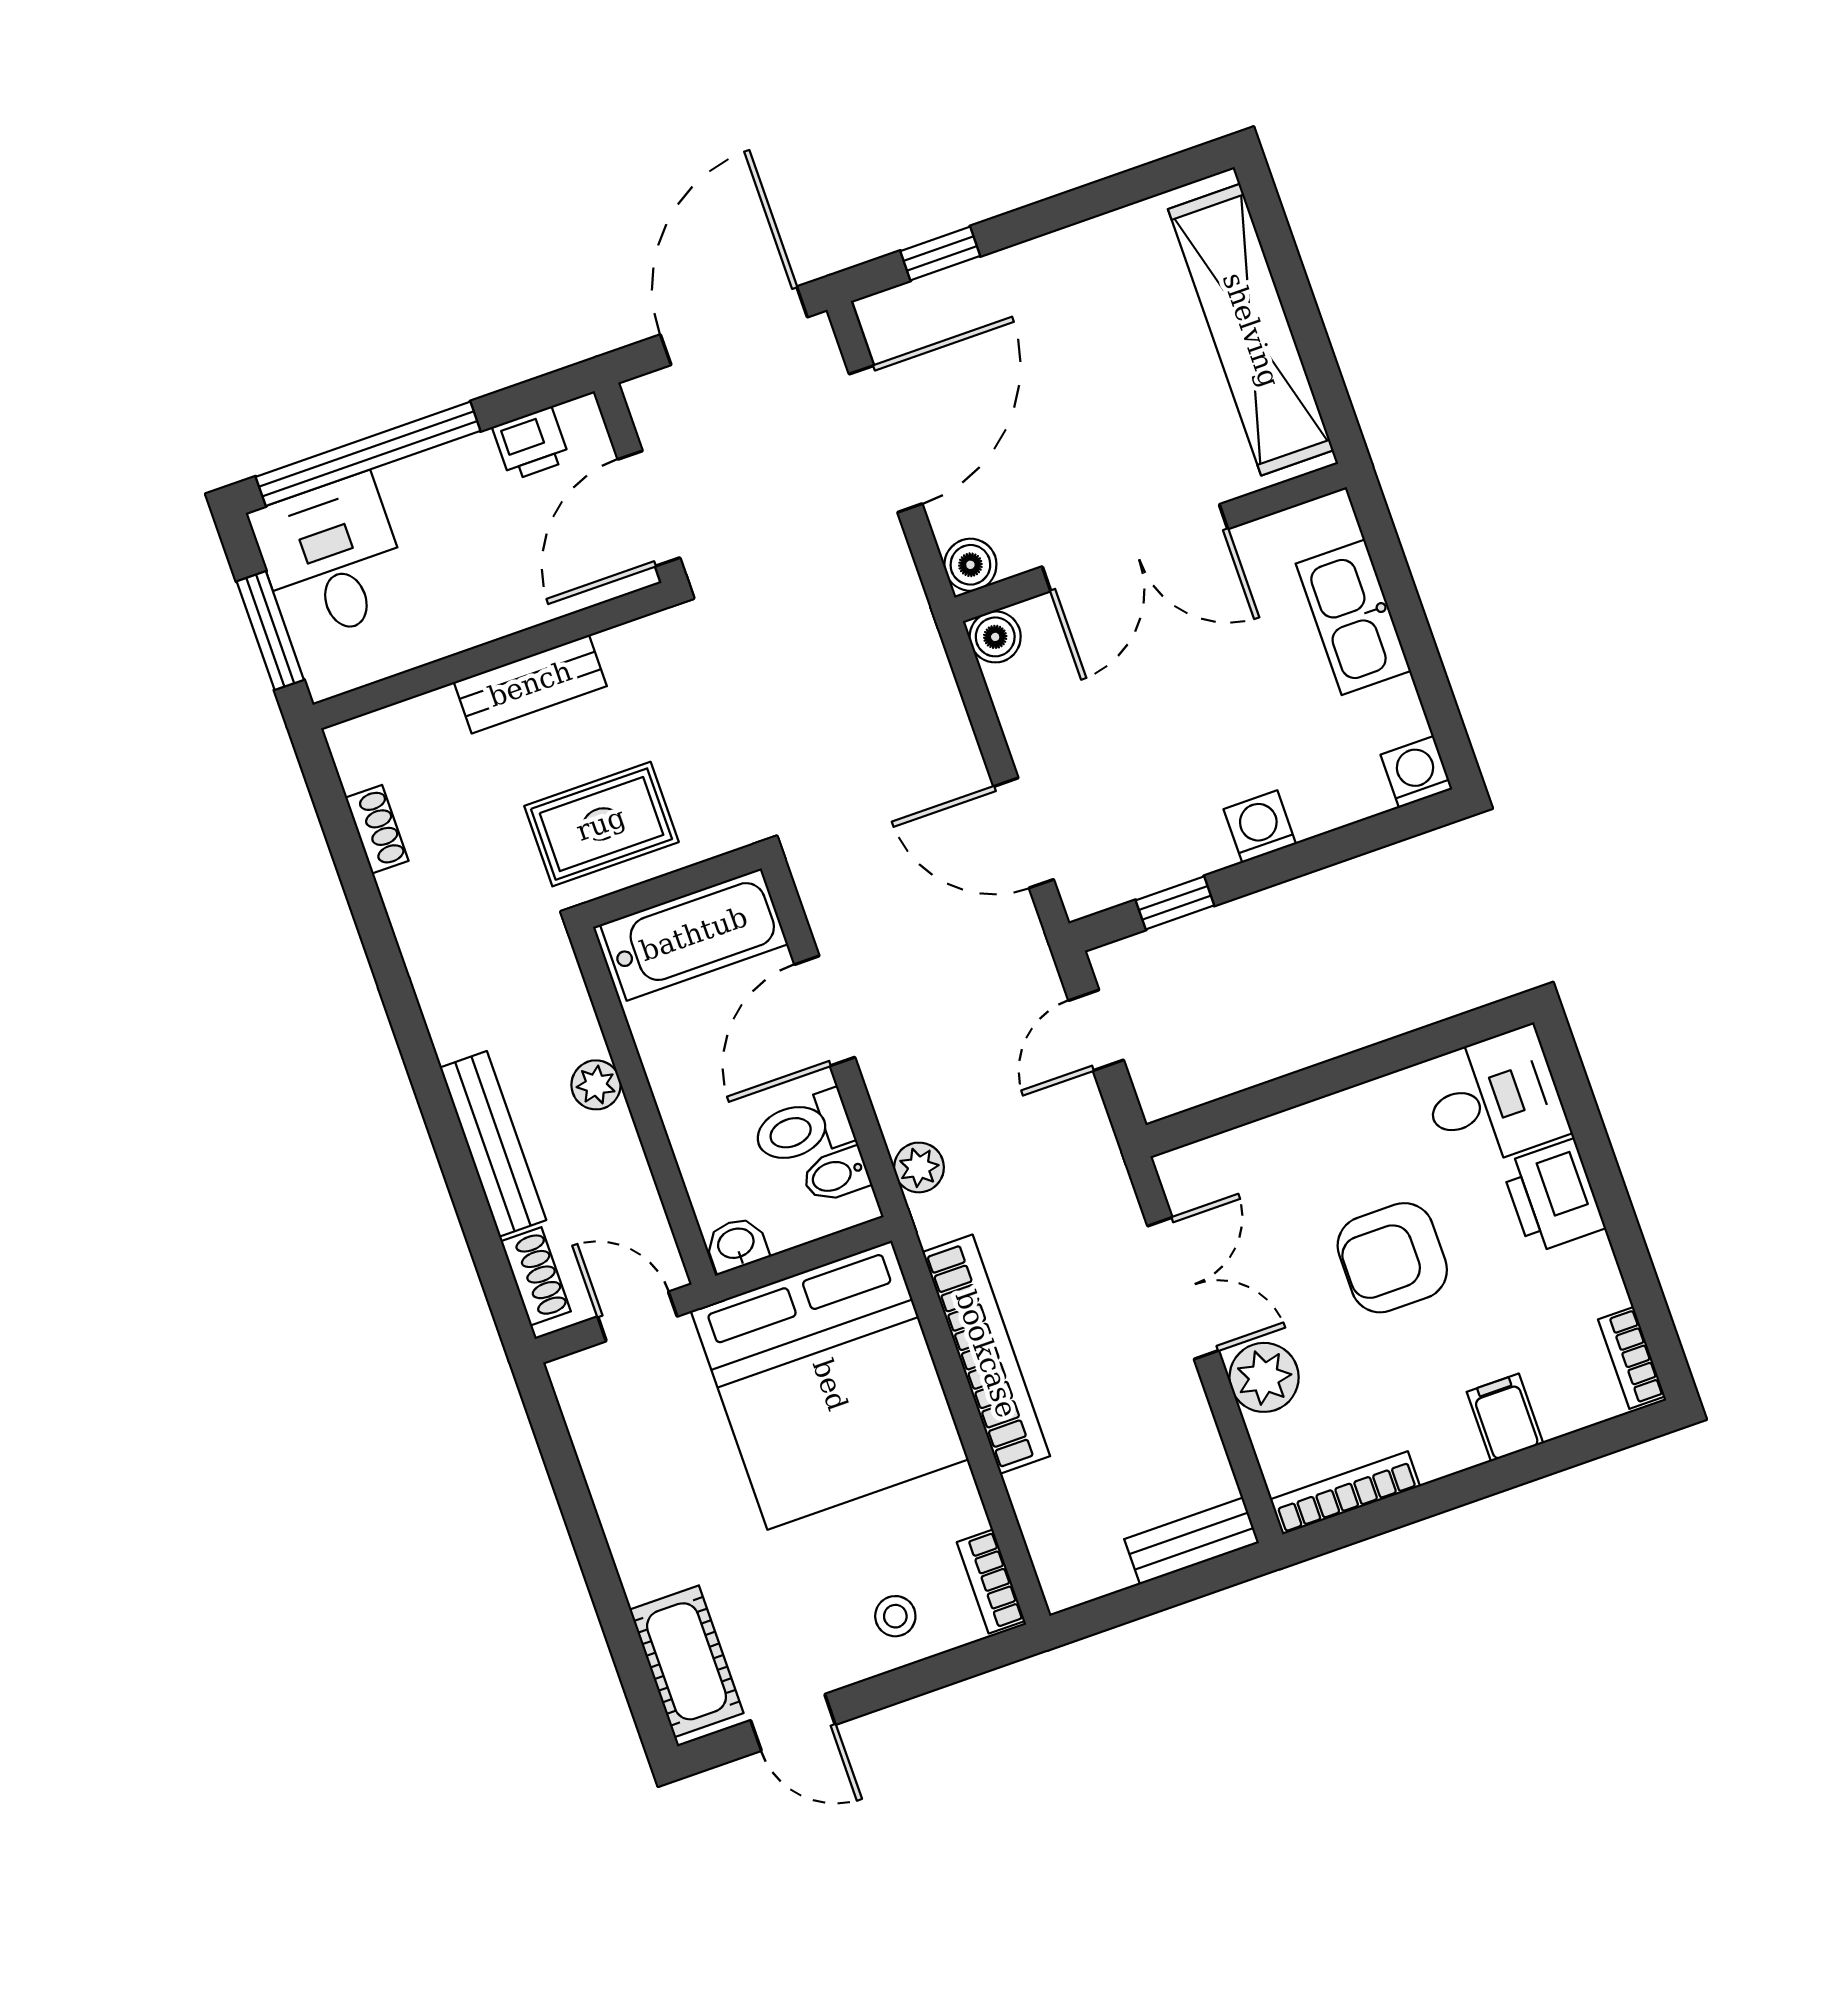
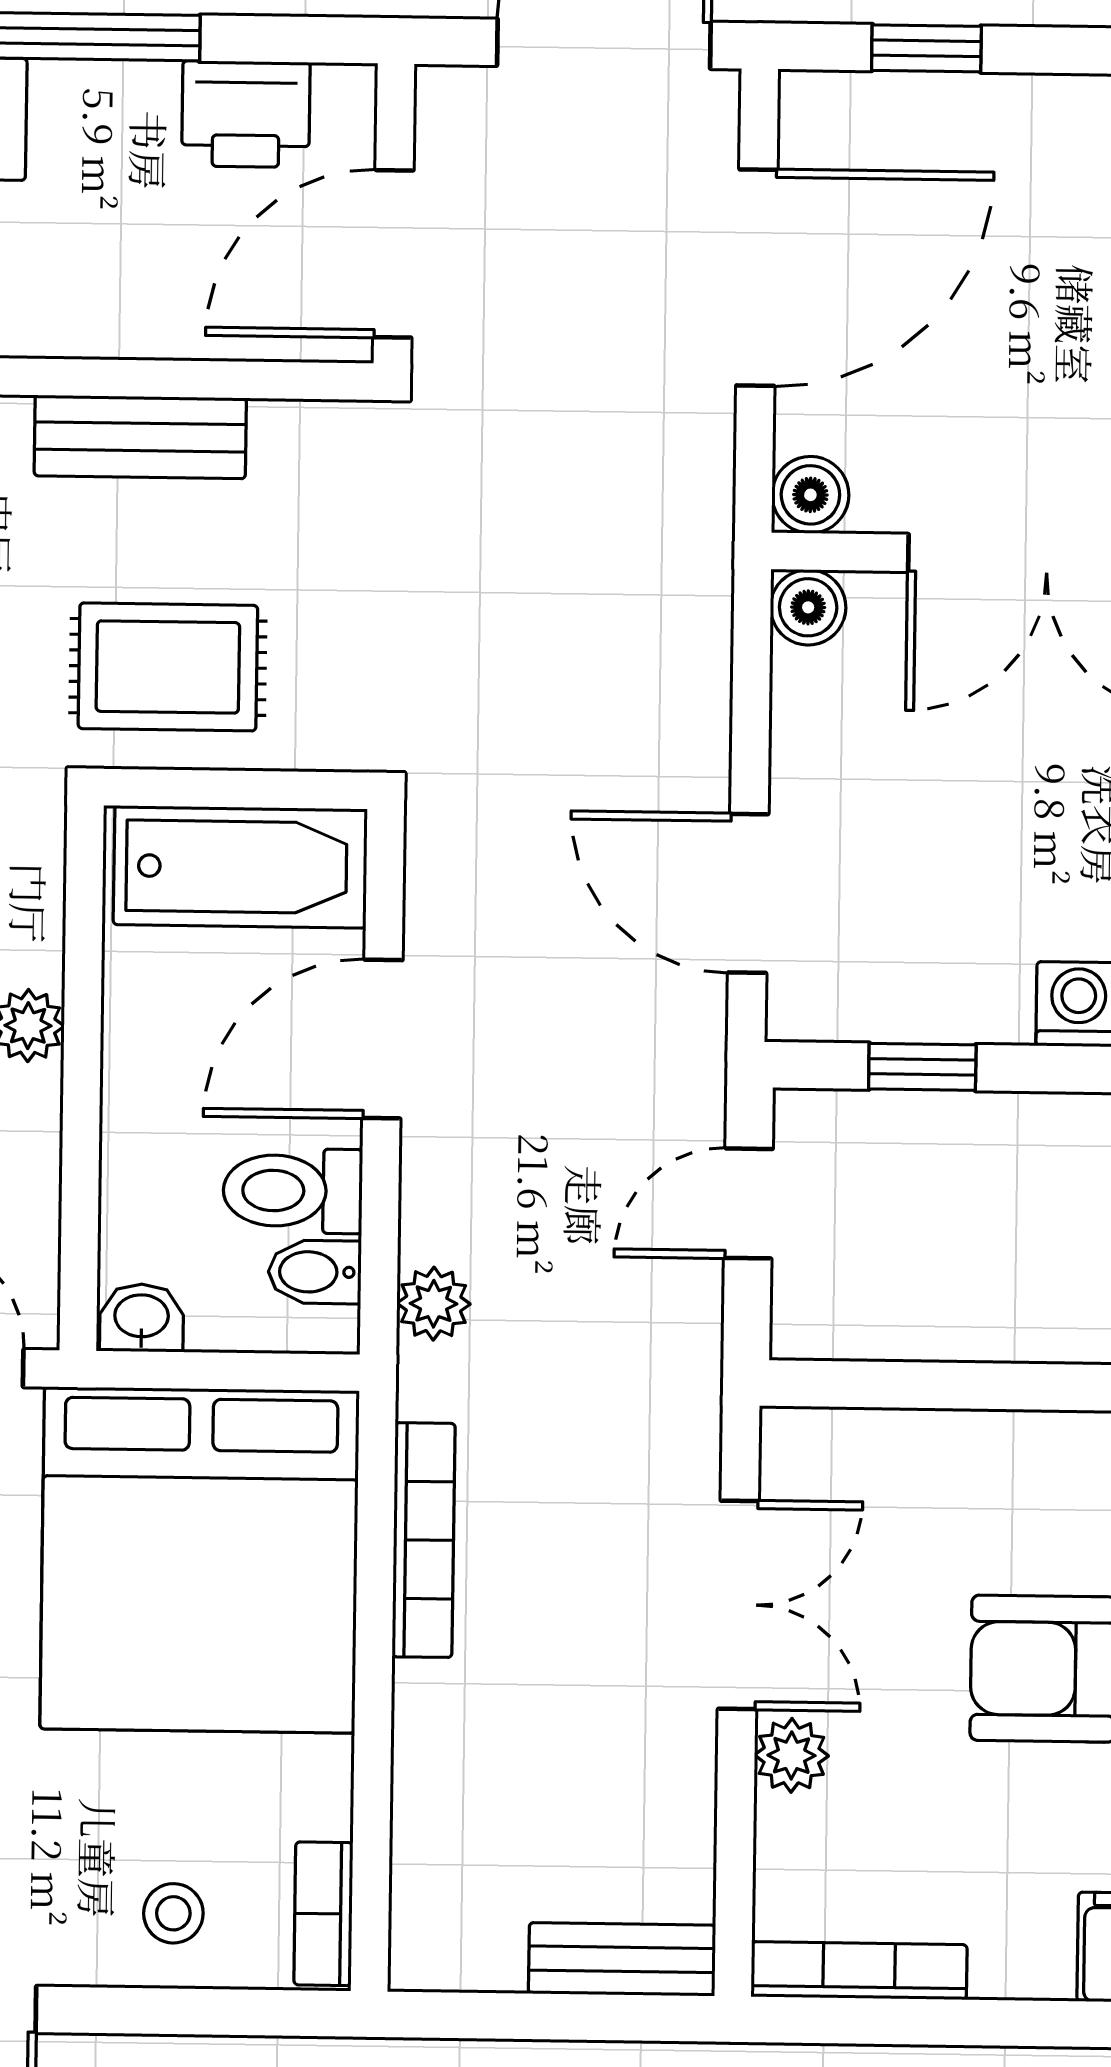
printer: (531, 444) -> (246, 114), width x1.36, depth x1.24
bookcase: (986, 1354) -> (424, 1540), width x0.68, depth x0.76
plant: (1264, 1377) -> (791, 1755), width x0.73, depth x0.73

